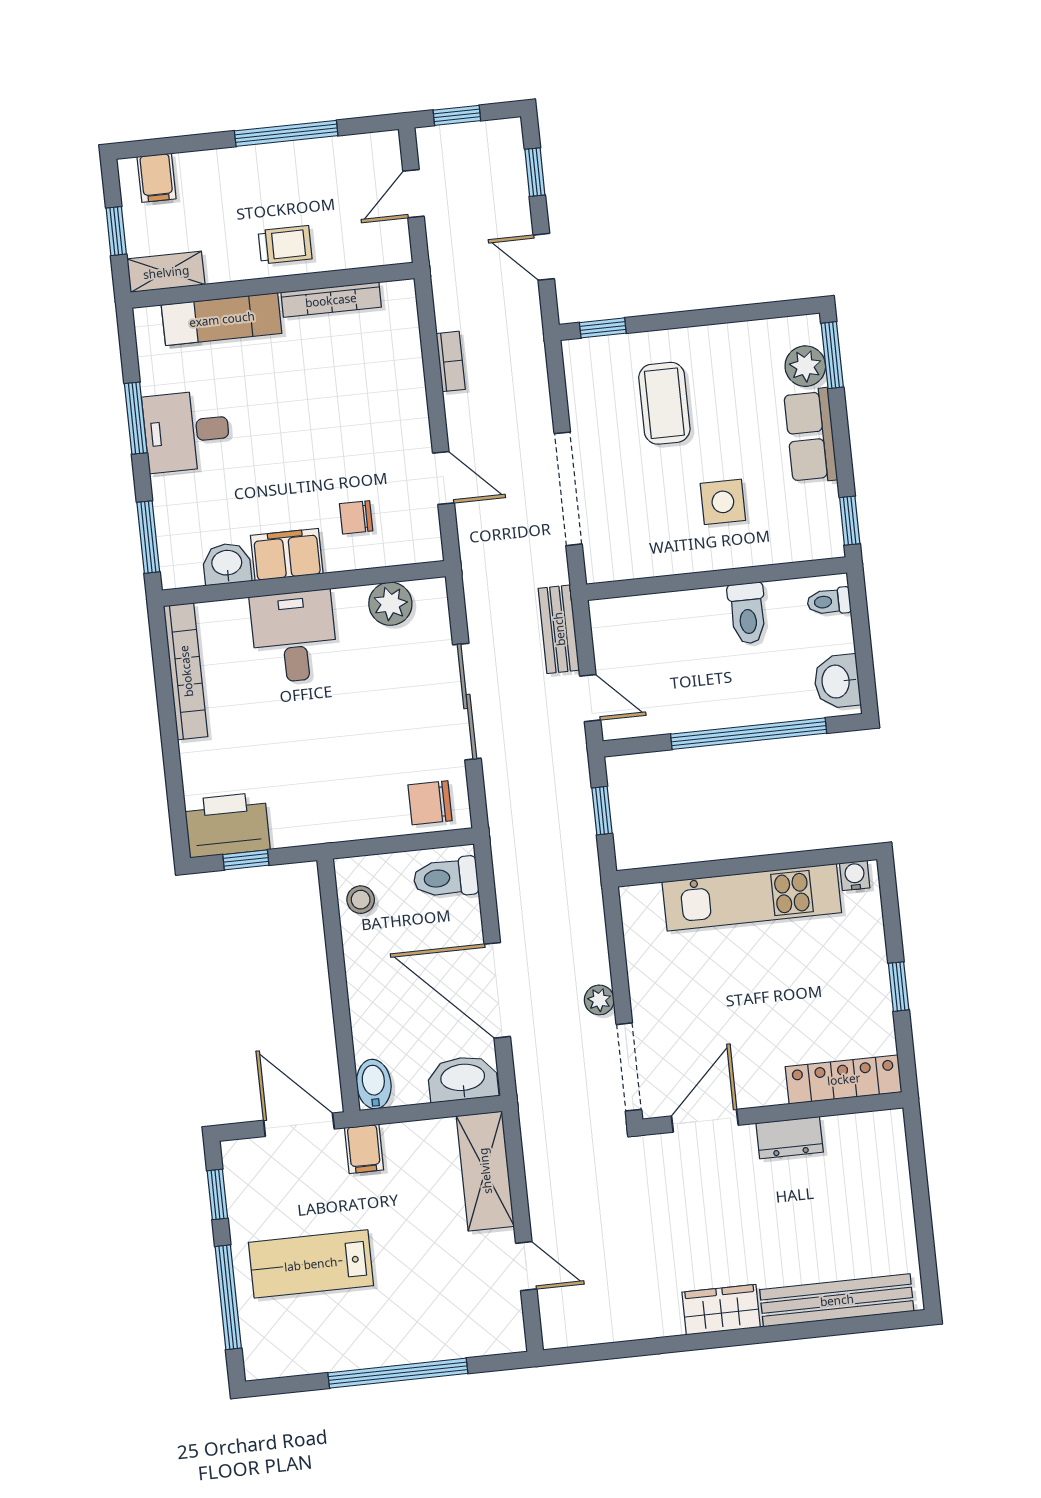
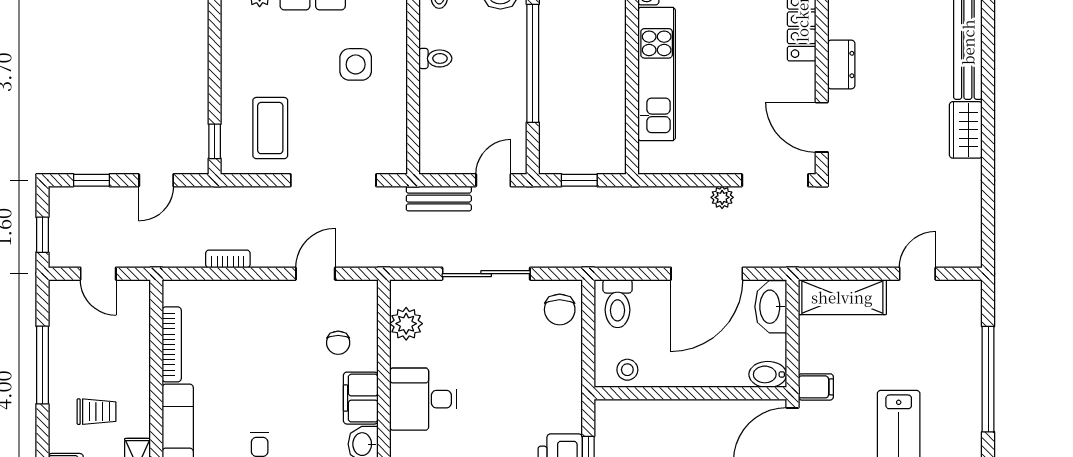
trolley: (285, 245) -> (96, 412), moved, turned 90
coffee table: (664, 403) -> (270, 128), moved, turned 90
toilet: (747, 613) -> (435, 58), width x0.73, depth x0.72

